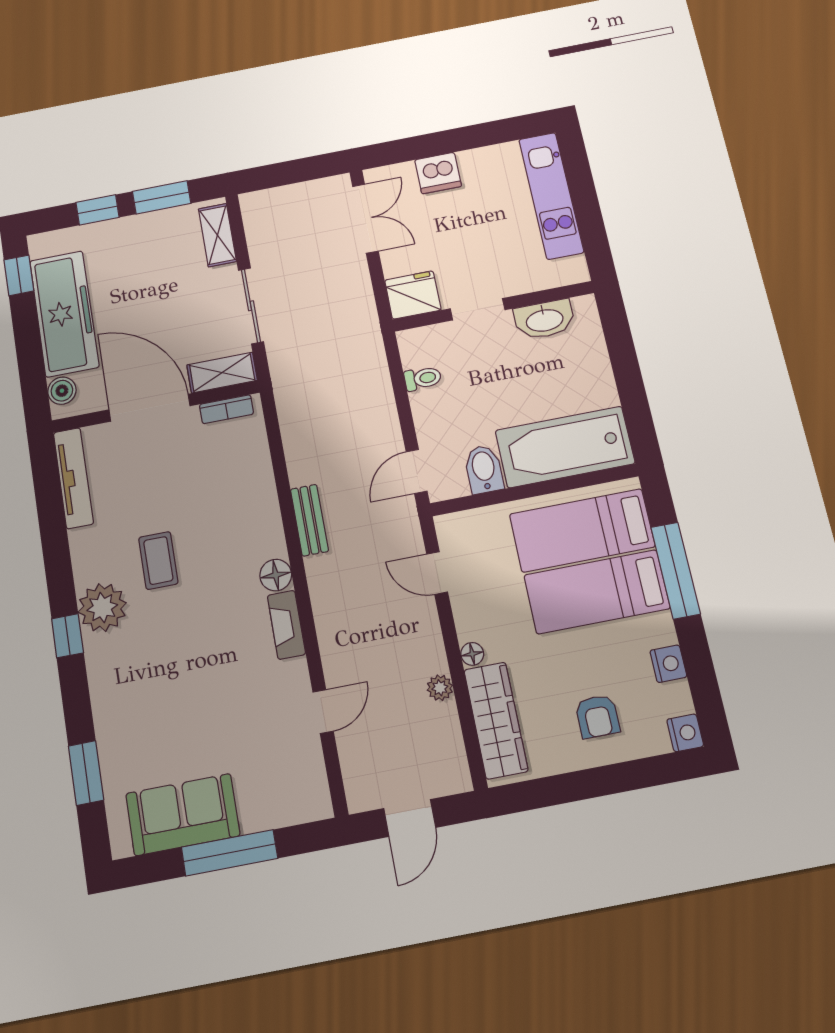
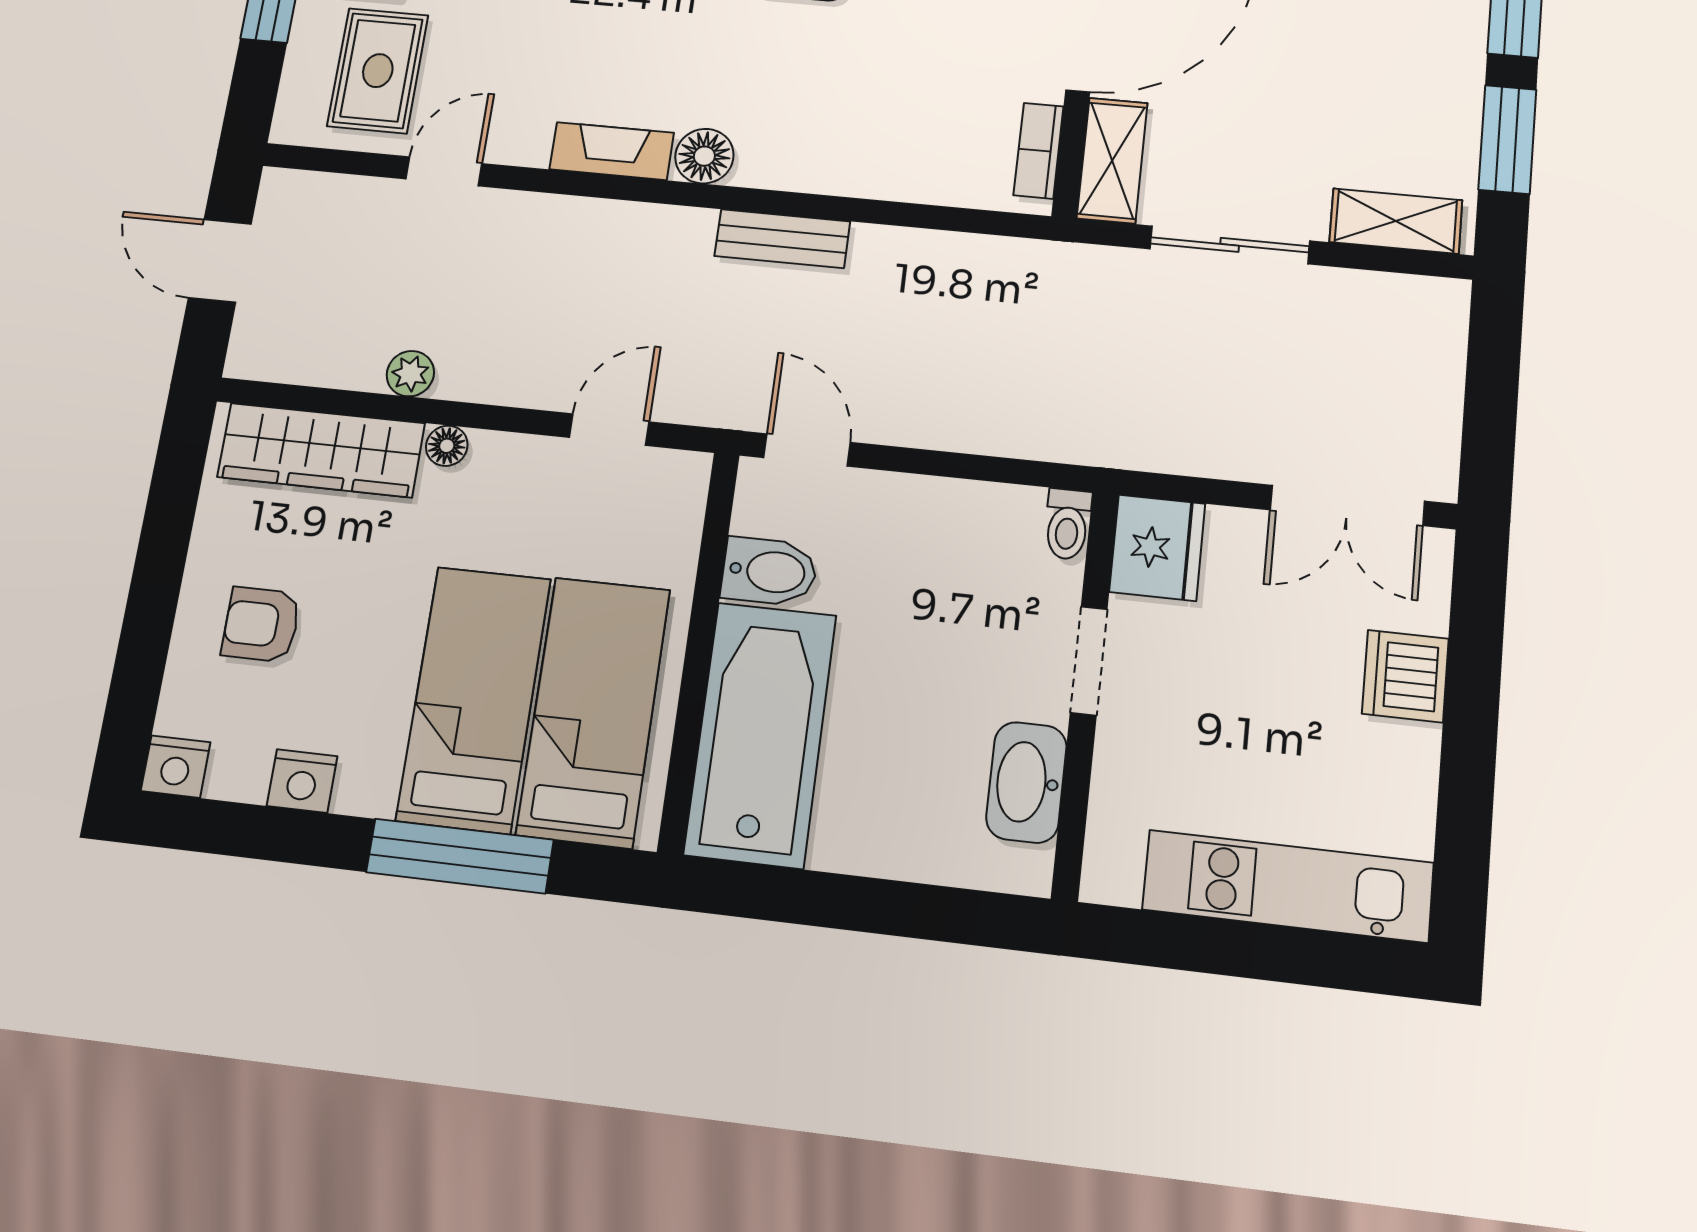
toilet: (423, 378) -> (1068, 524), moved
door: (323, 712) -> (444, 171), swing flipped
rug: (275, 771) -> (378, 71), added

